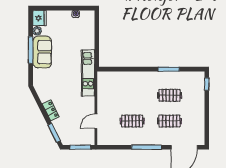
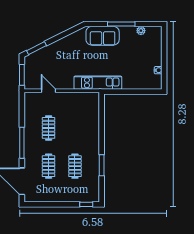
fridge: (39, 18) -> (154, 33), removed
sofa: (42, 52) -> (103, 36), moved
locker: (51, 110) -> (59, 45), removed

